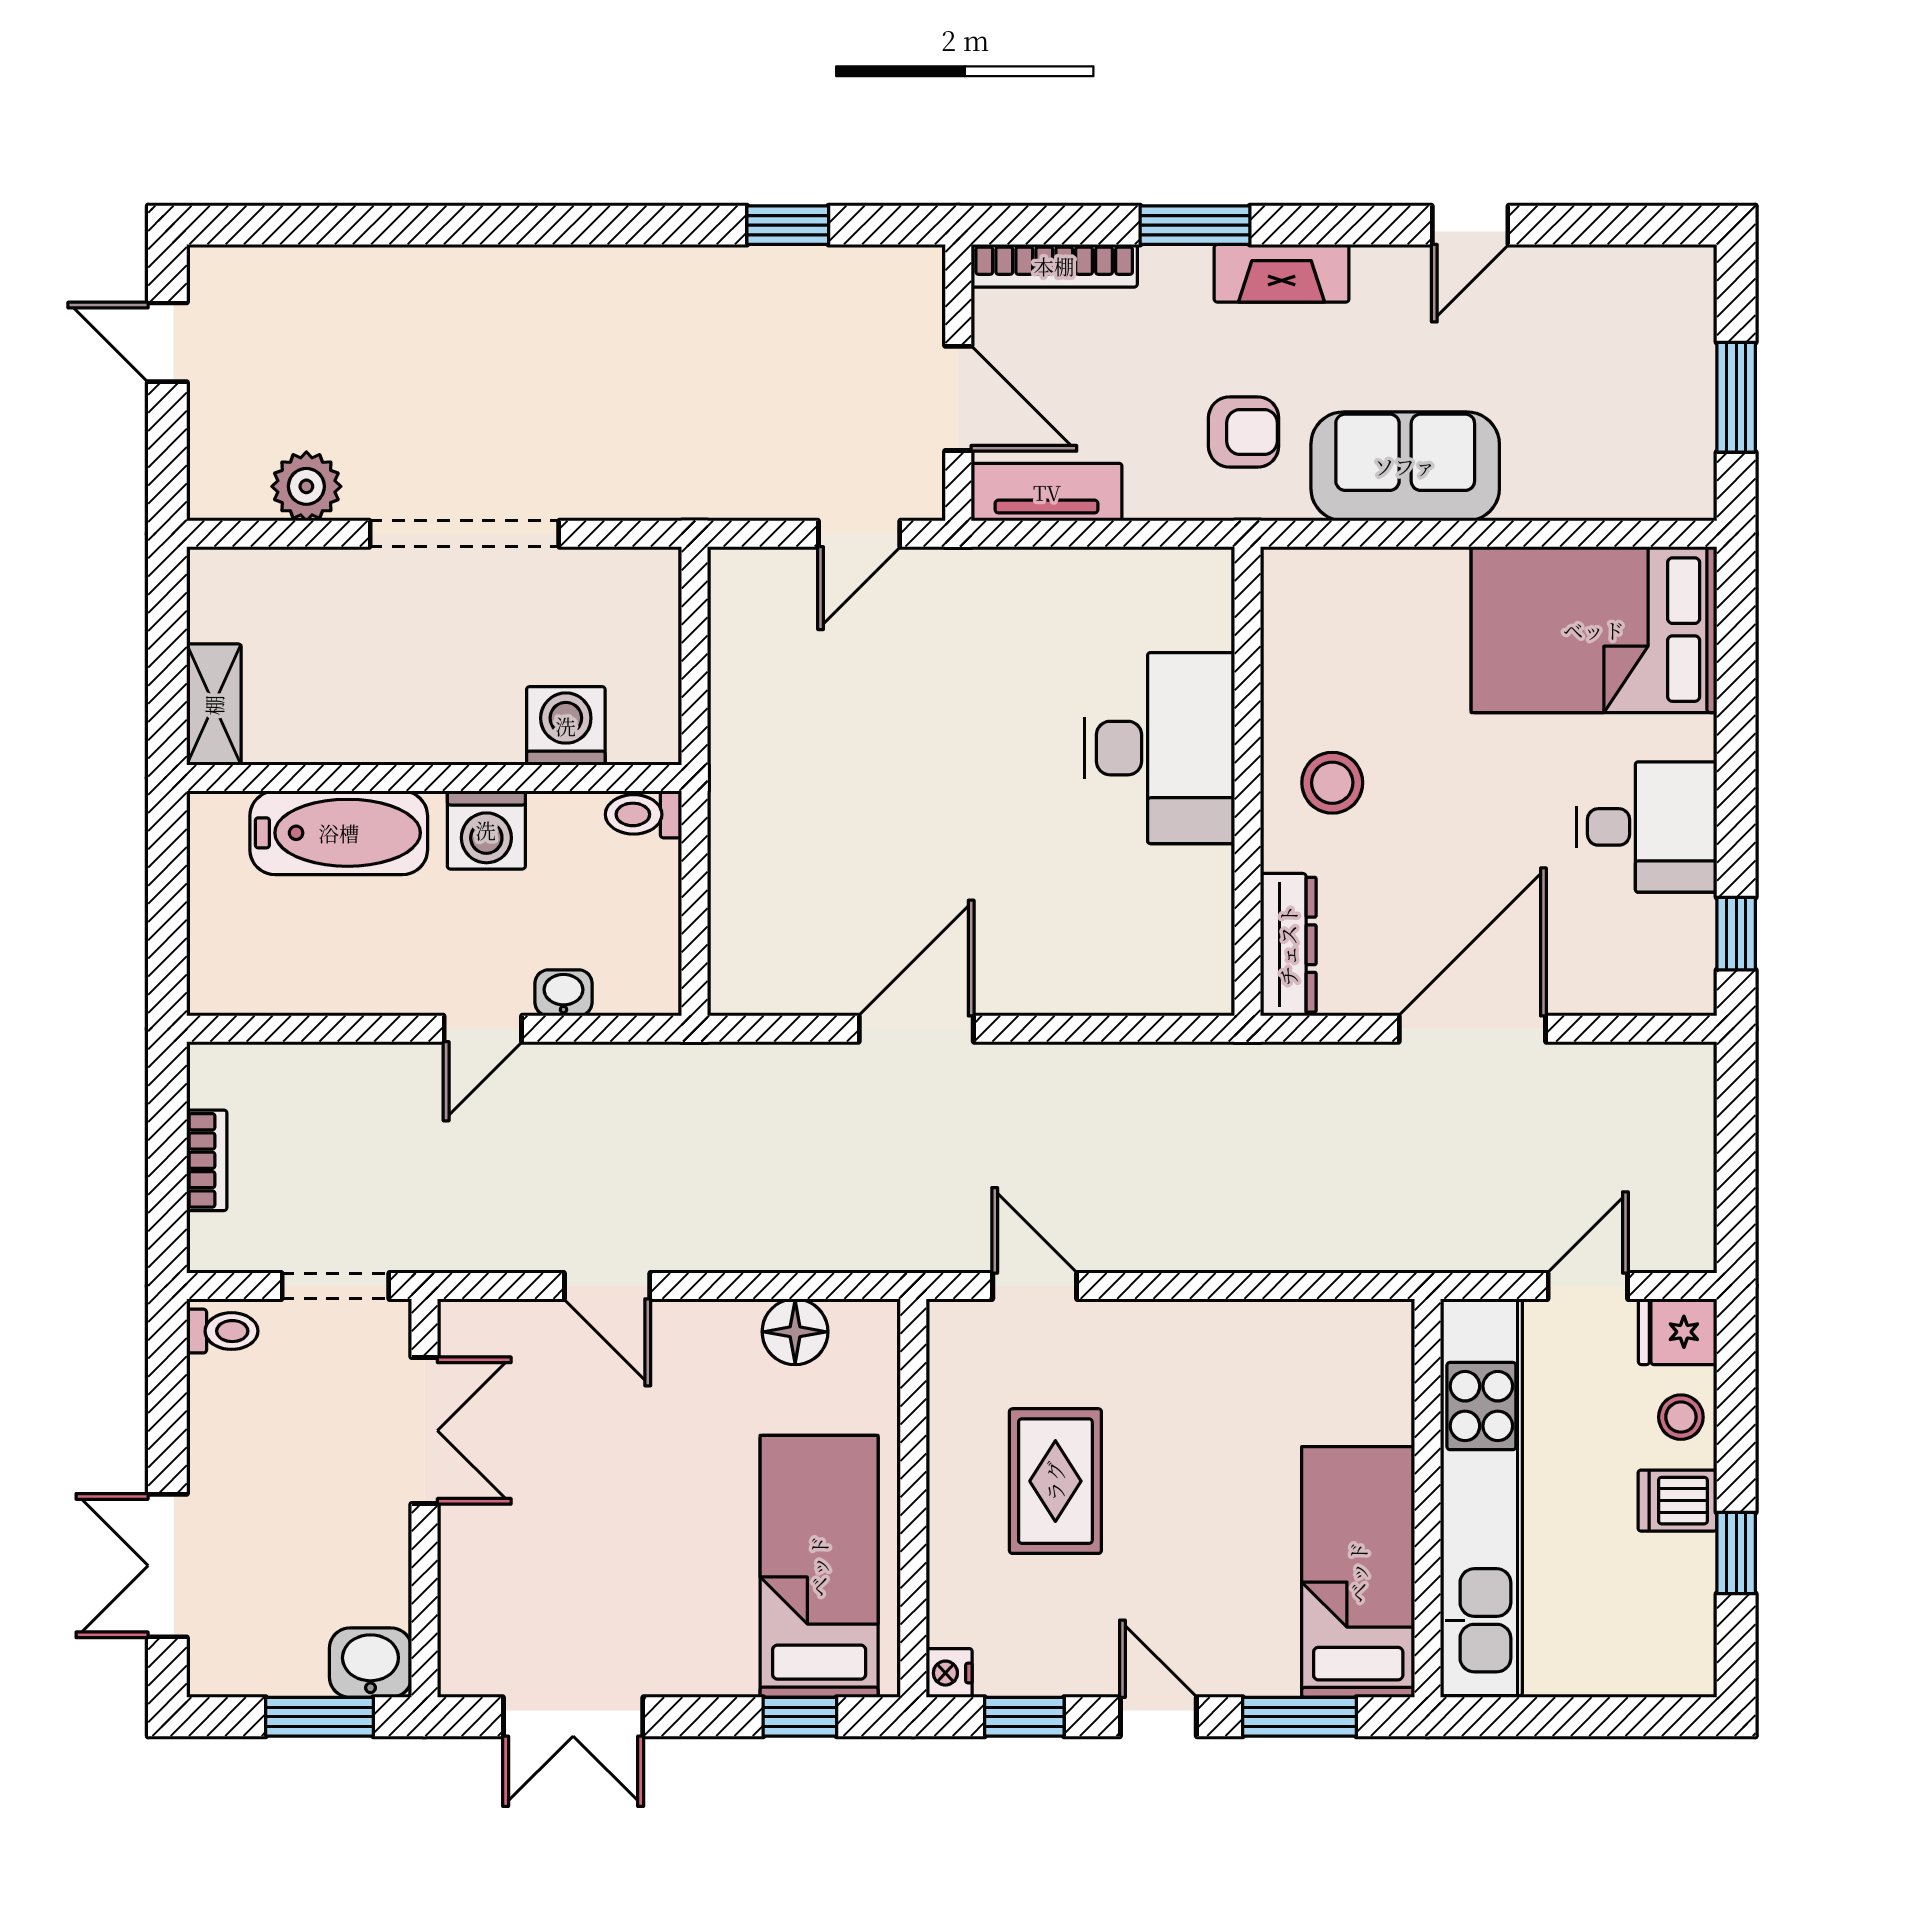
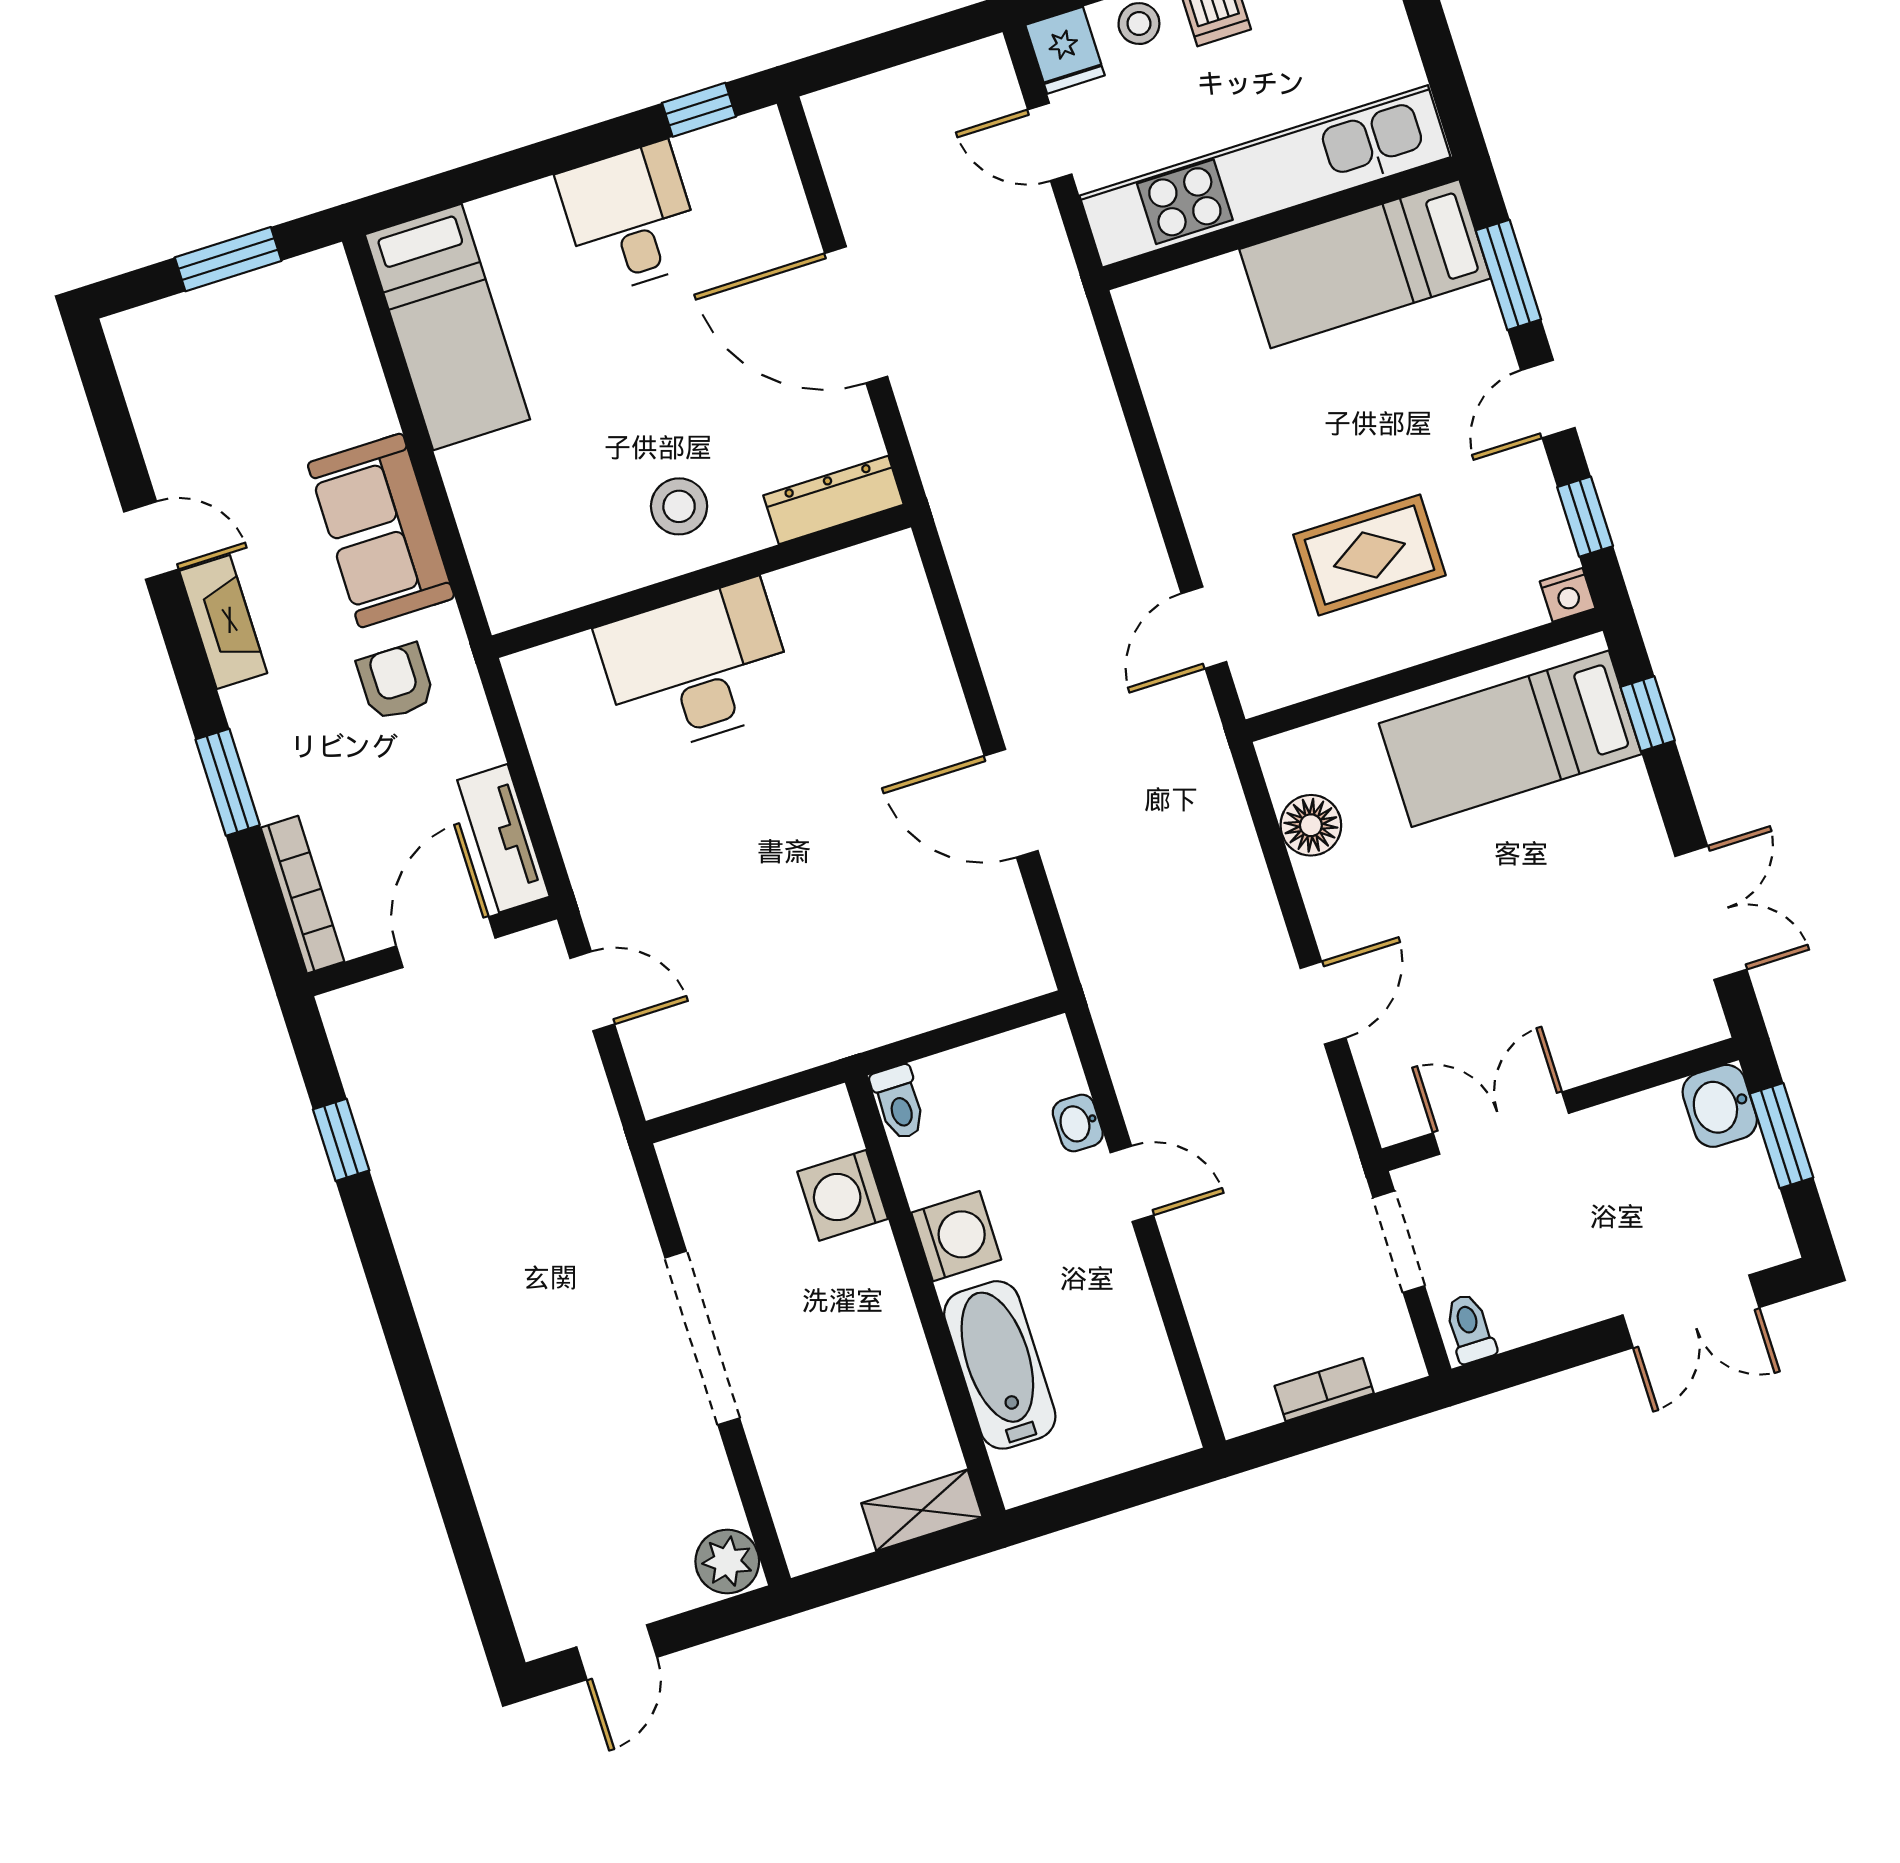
fireplace: (1282, 273) -> (223, 622), moved
plant: (306, 486) -> (727, 1561), moved
bed: (1594, 630) -> (447, 327), width x0.67

